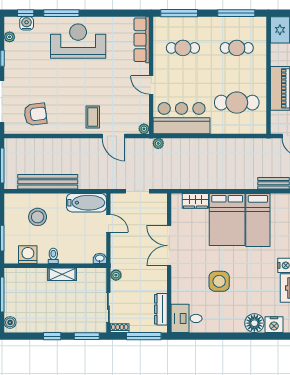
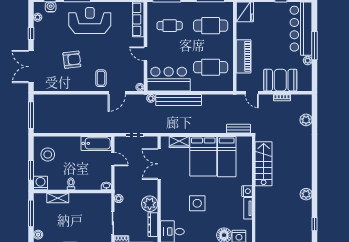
cafe table: (237, 48) -> (211, 26), width x1.37, depth x1.35
armchair: (35, 114) -> (72, 60), moved
door: (113, 136) -> (117, 93), hinge flipped
bench: (48, 182) -> (179, 100), moved
stool: (38, 217) -> (48, 154), moved
double door: (169, 246) -> (159, 164), moved
washing machine: (28, 255) -> (40, 183), moved
shelving: (62, 274) -> (58, 198), moved
plant: (157, 282) -> (150, 204), added

